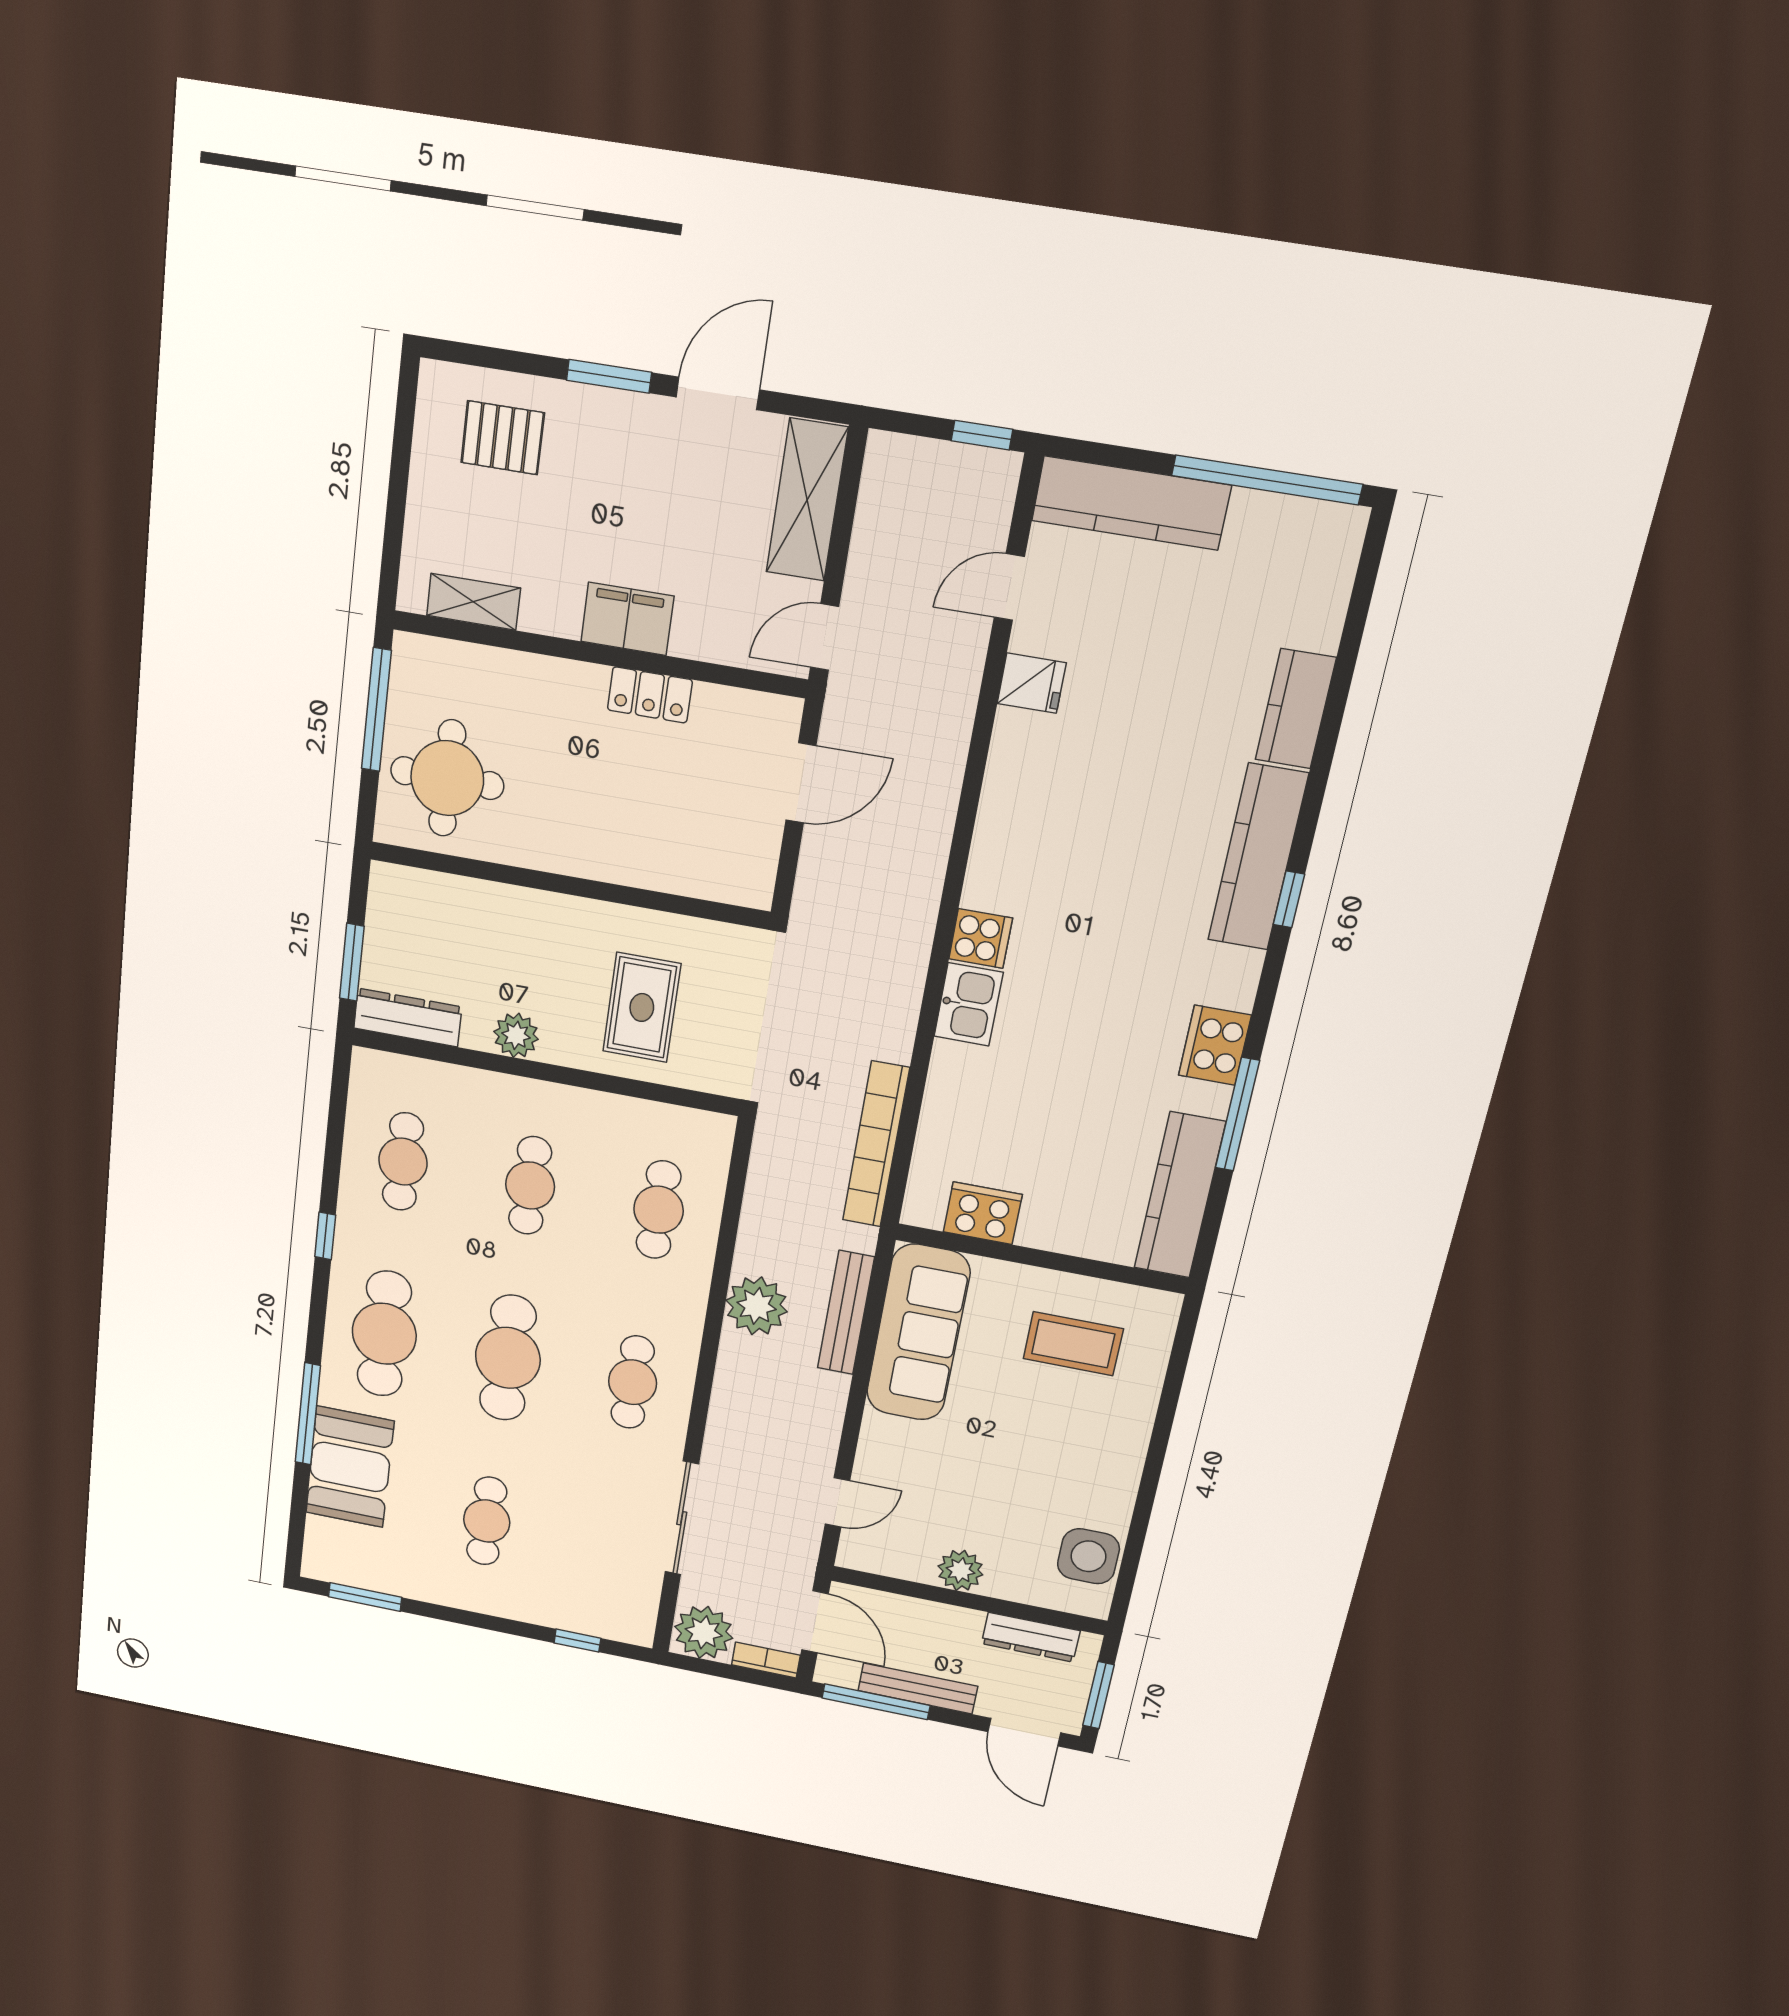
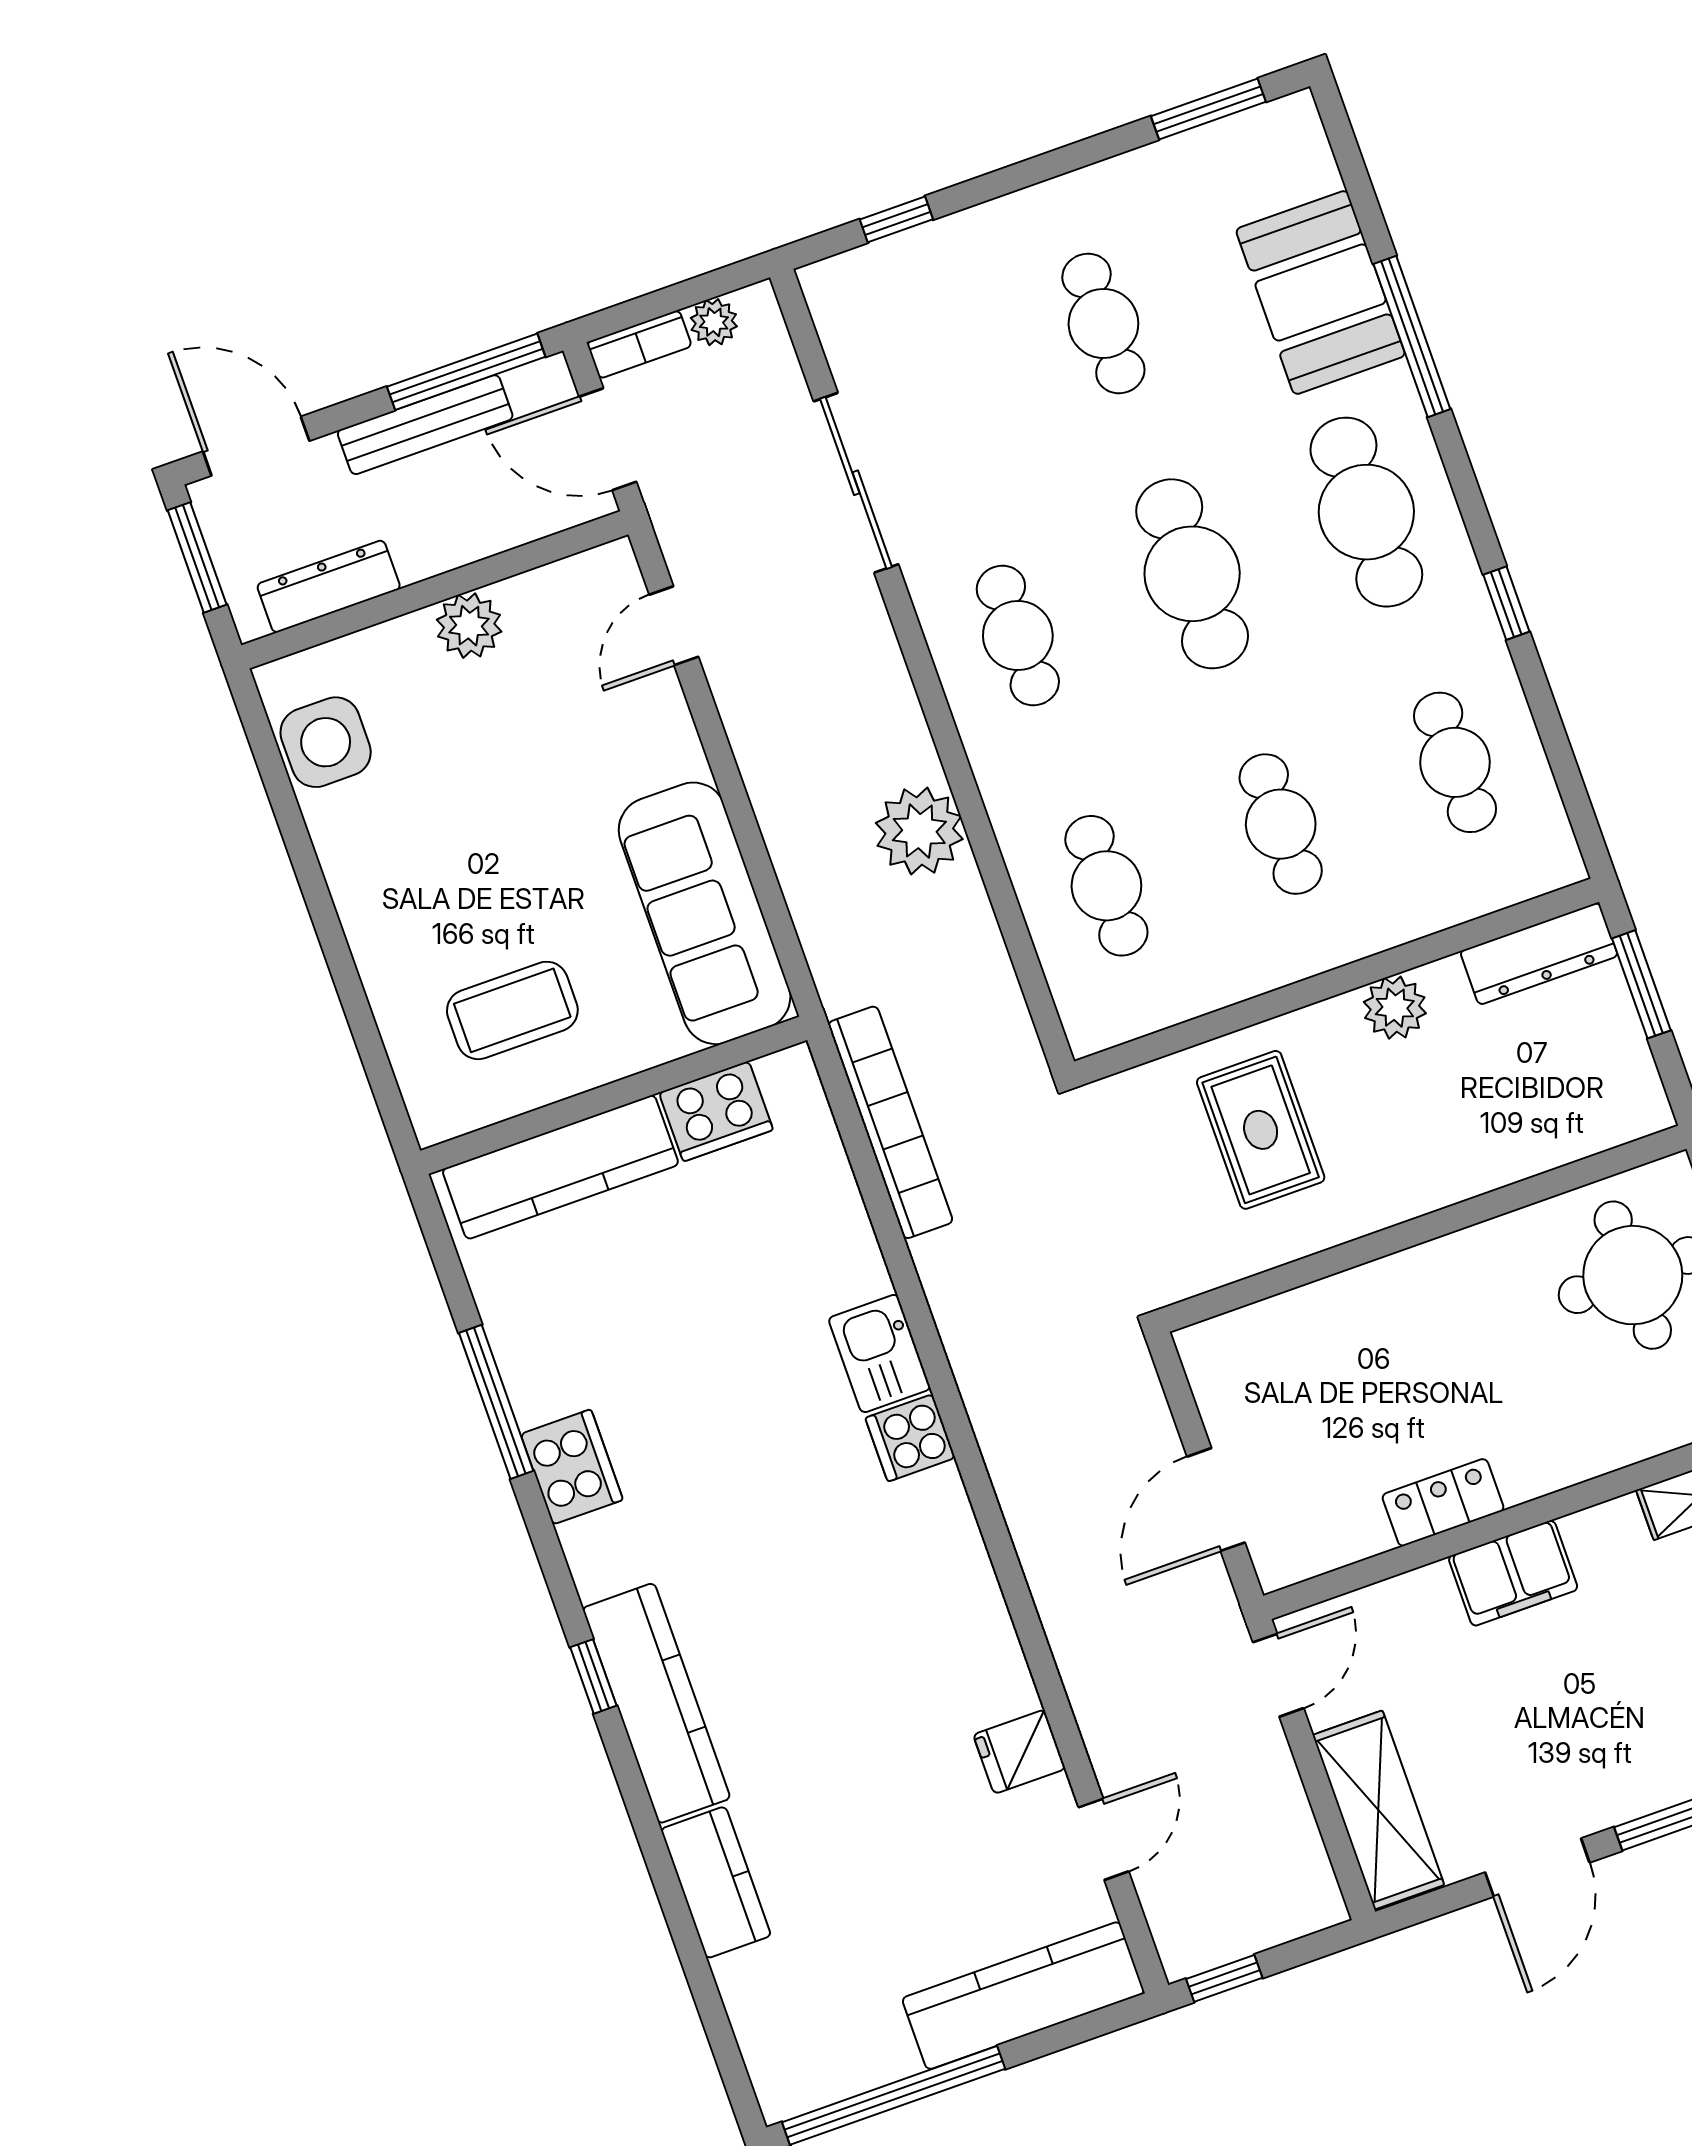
kitchen counter: (1180, 1195) -> (560, 1167), moved, turned 90
bench: (846, 1313) -> (806, 887), removed
plant: (704, 1632) -> (714, 322), width x0.53, depth x0.53

